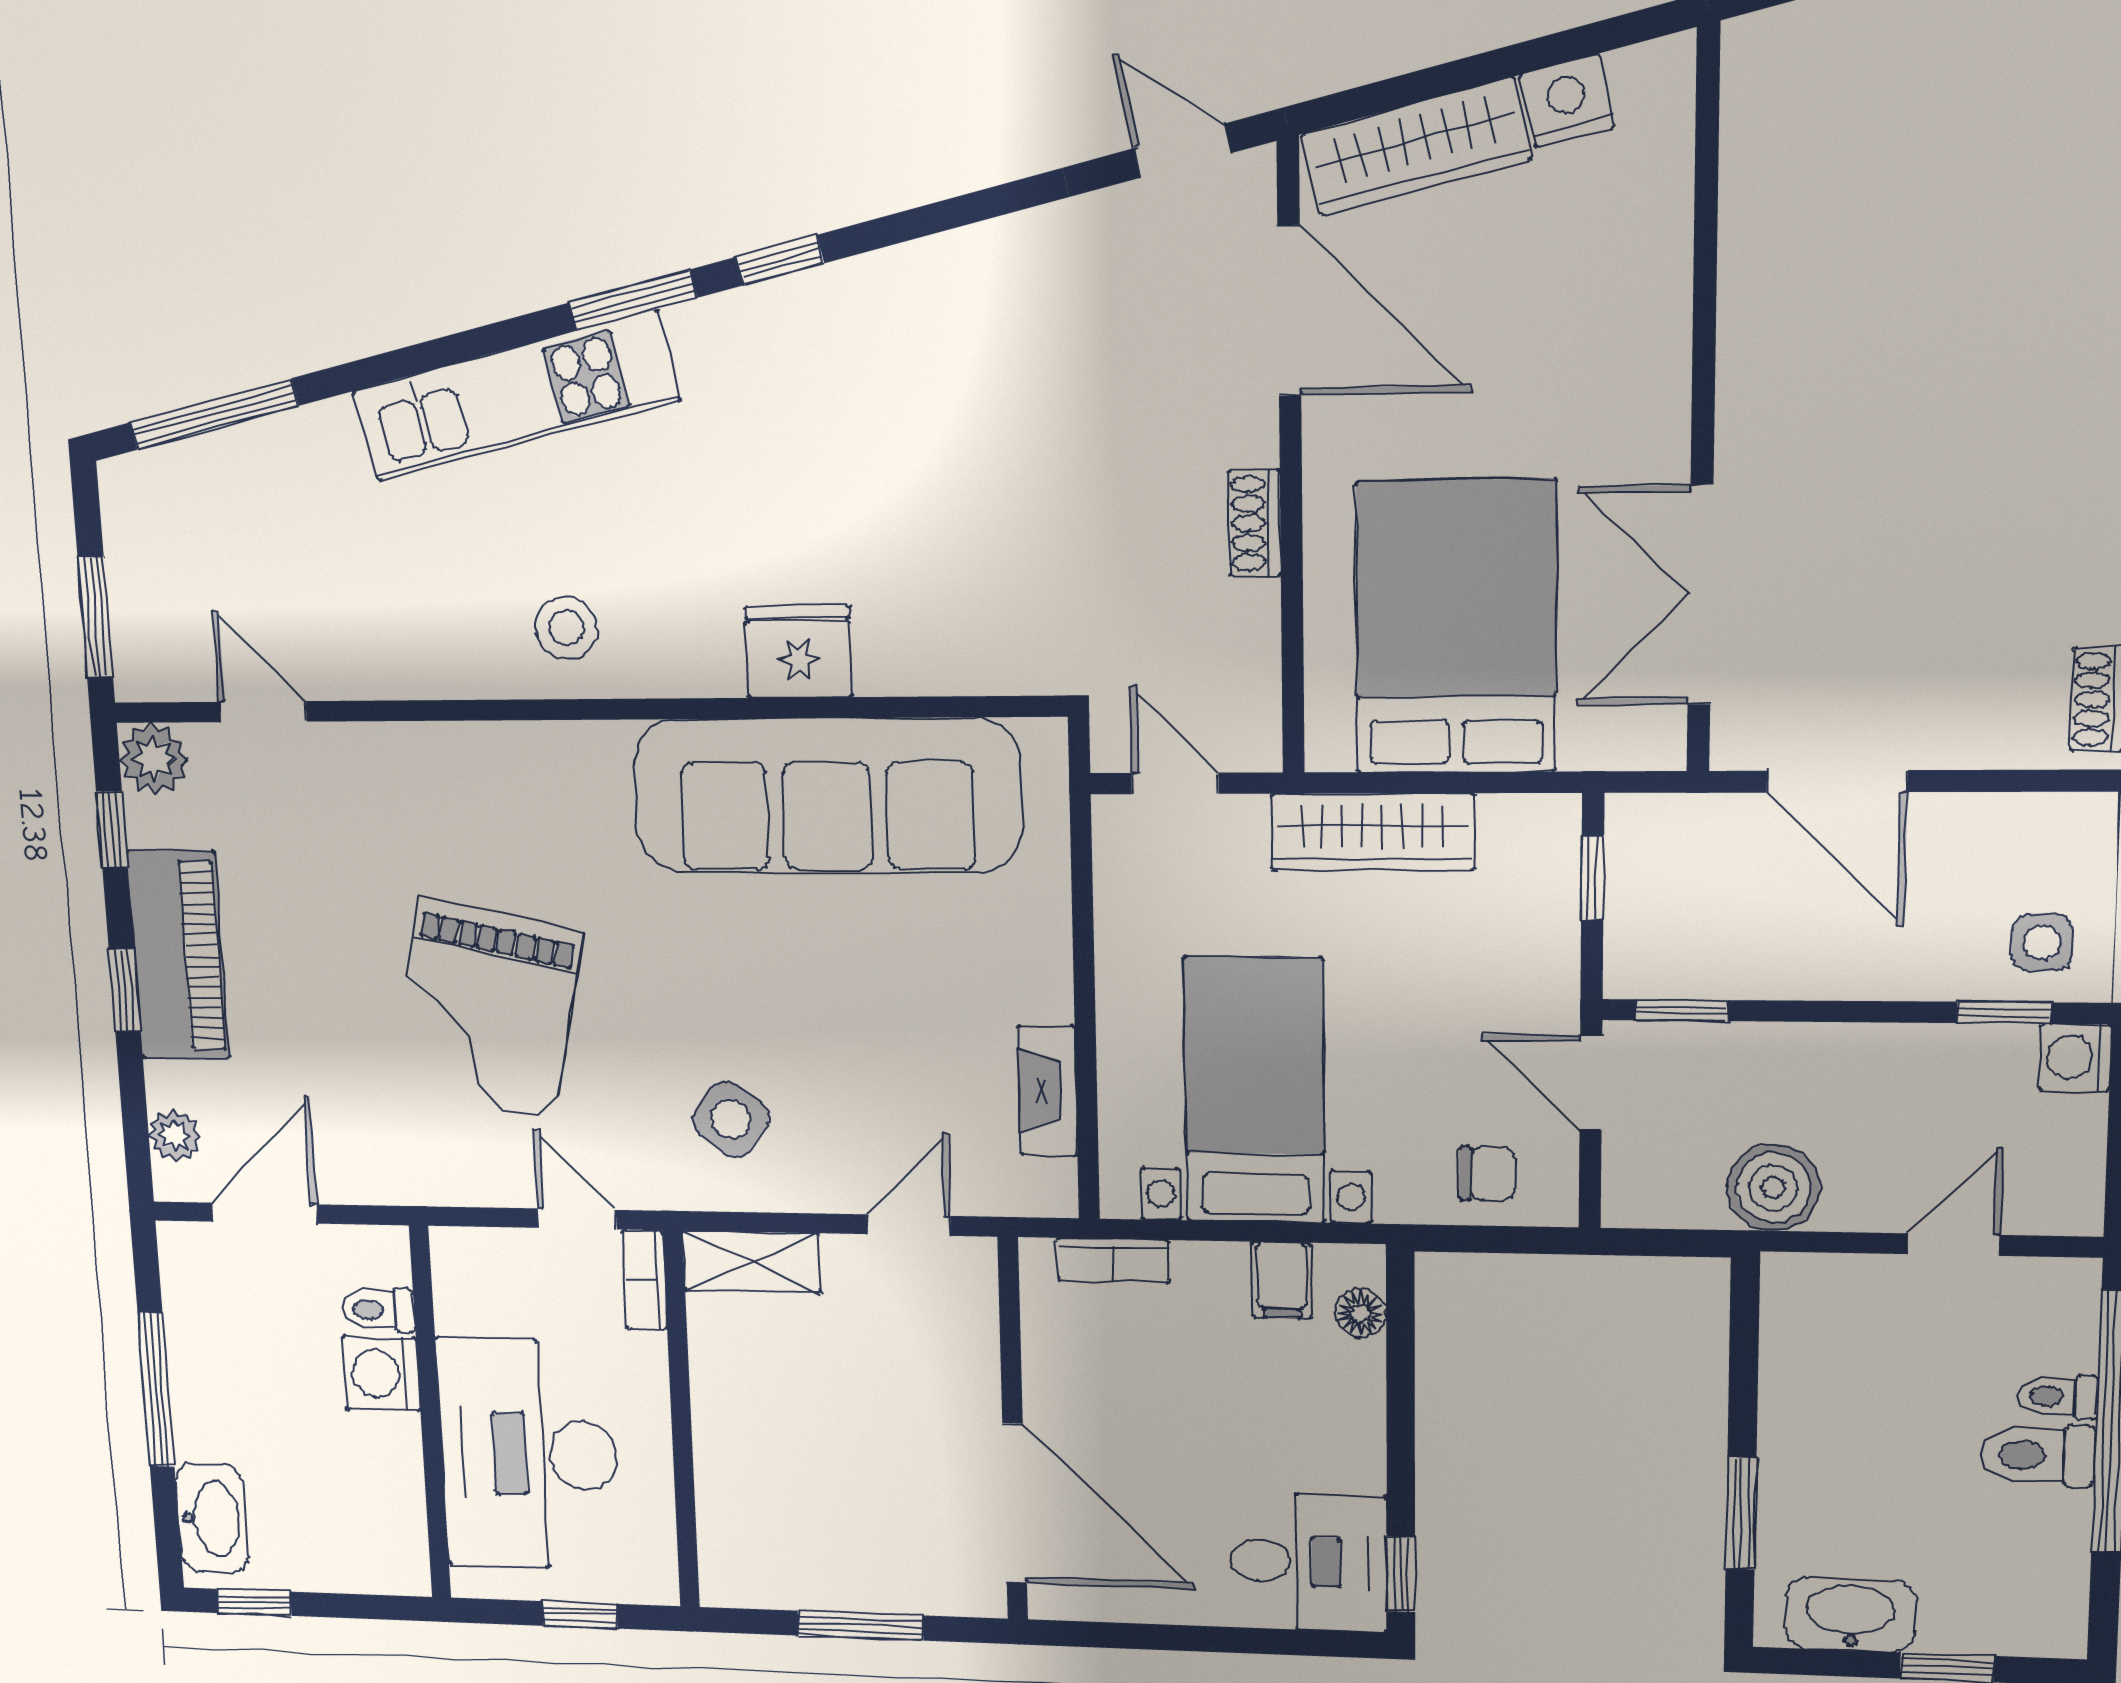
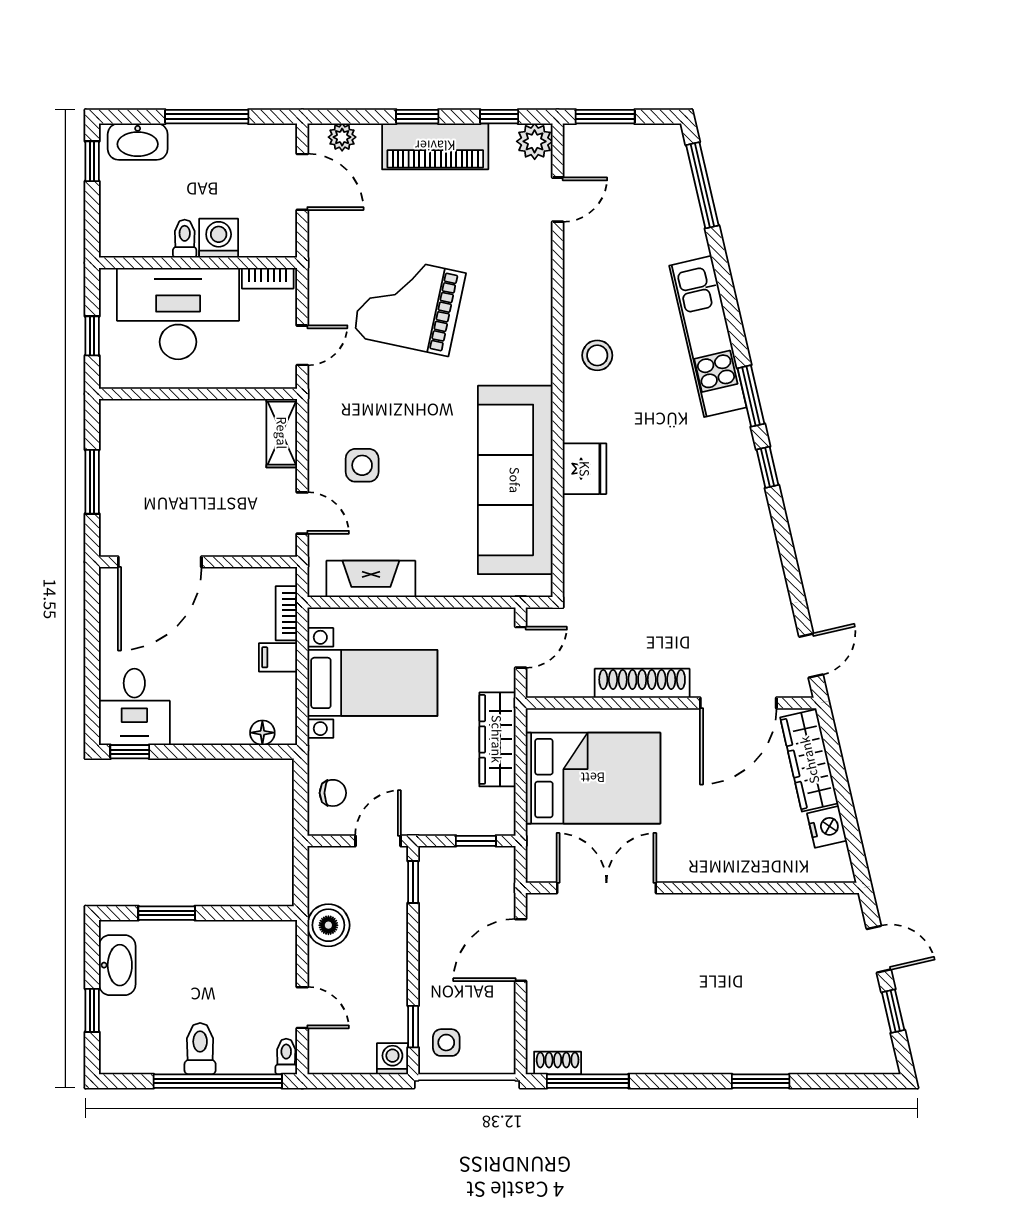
shoe rack: (1255, 523) -> (642, 683), width x1.94, depth x1.24
fireplace: (1048, 1091) -> (371, 579), width x1.37, depth x1.32
side table: (731, 1119) -> (362, 465), moved, turned -37
chair: (1487, 1174) -> (333, 793), turned -90
bookcase: (645, 1280) -> (268, 278), moved, turned 180
filing cabinet: (1282, 1280) -> (278, 657), moved
toilet: (378, 1310) -> (185, 239), moved
toilet: (2058, 1396) -> (286, 1057), moved

